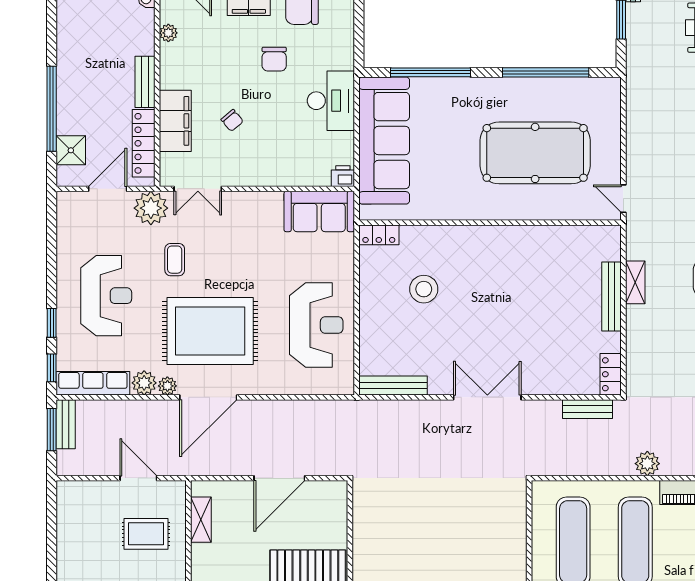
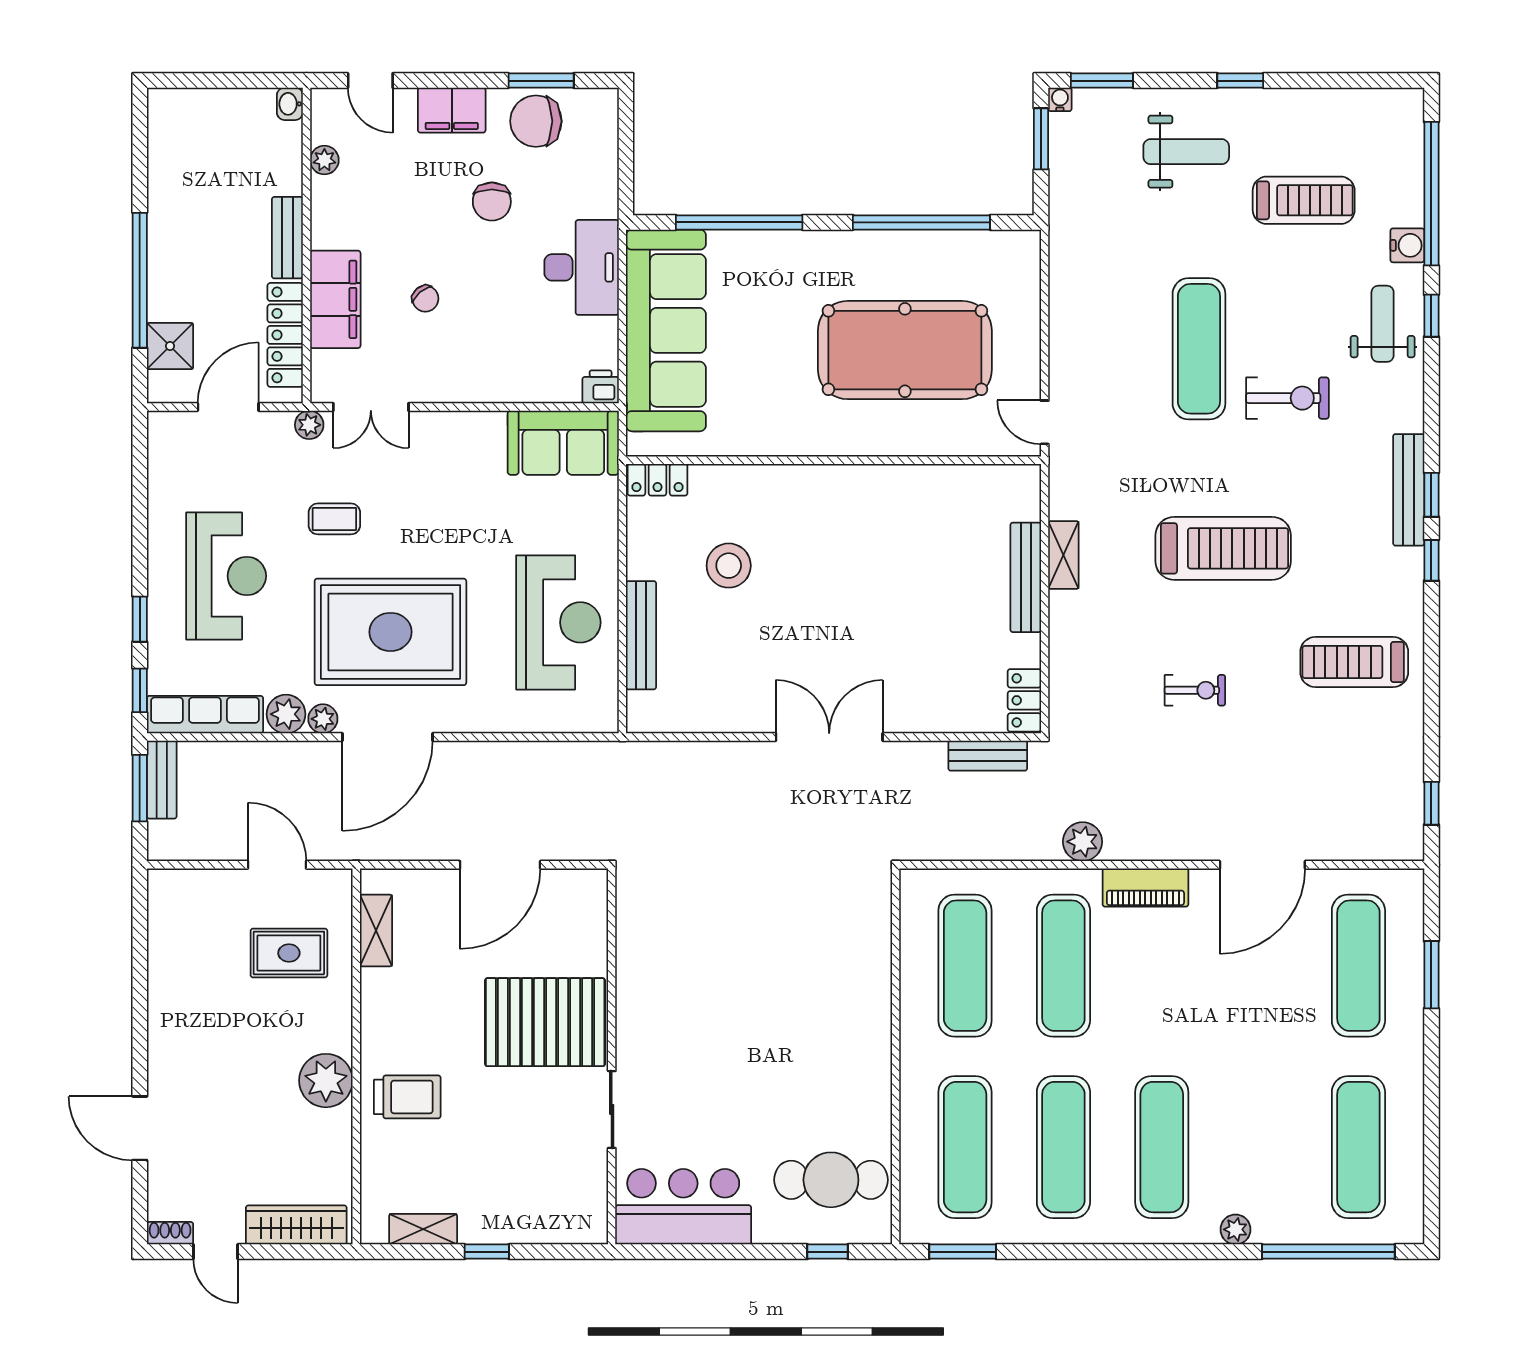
plant: (151, 208) -> (309, 425), width x0.53, depth x0.53
coffee table: (175, 260) -> (334, 519), turned 90
bench: (393, 386) -> (641, 635), moved, turned 90

